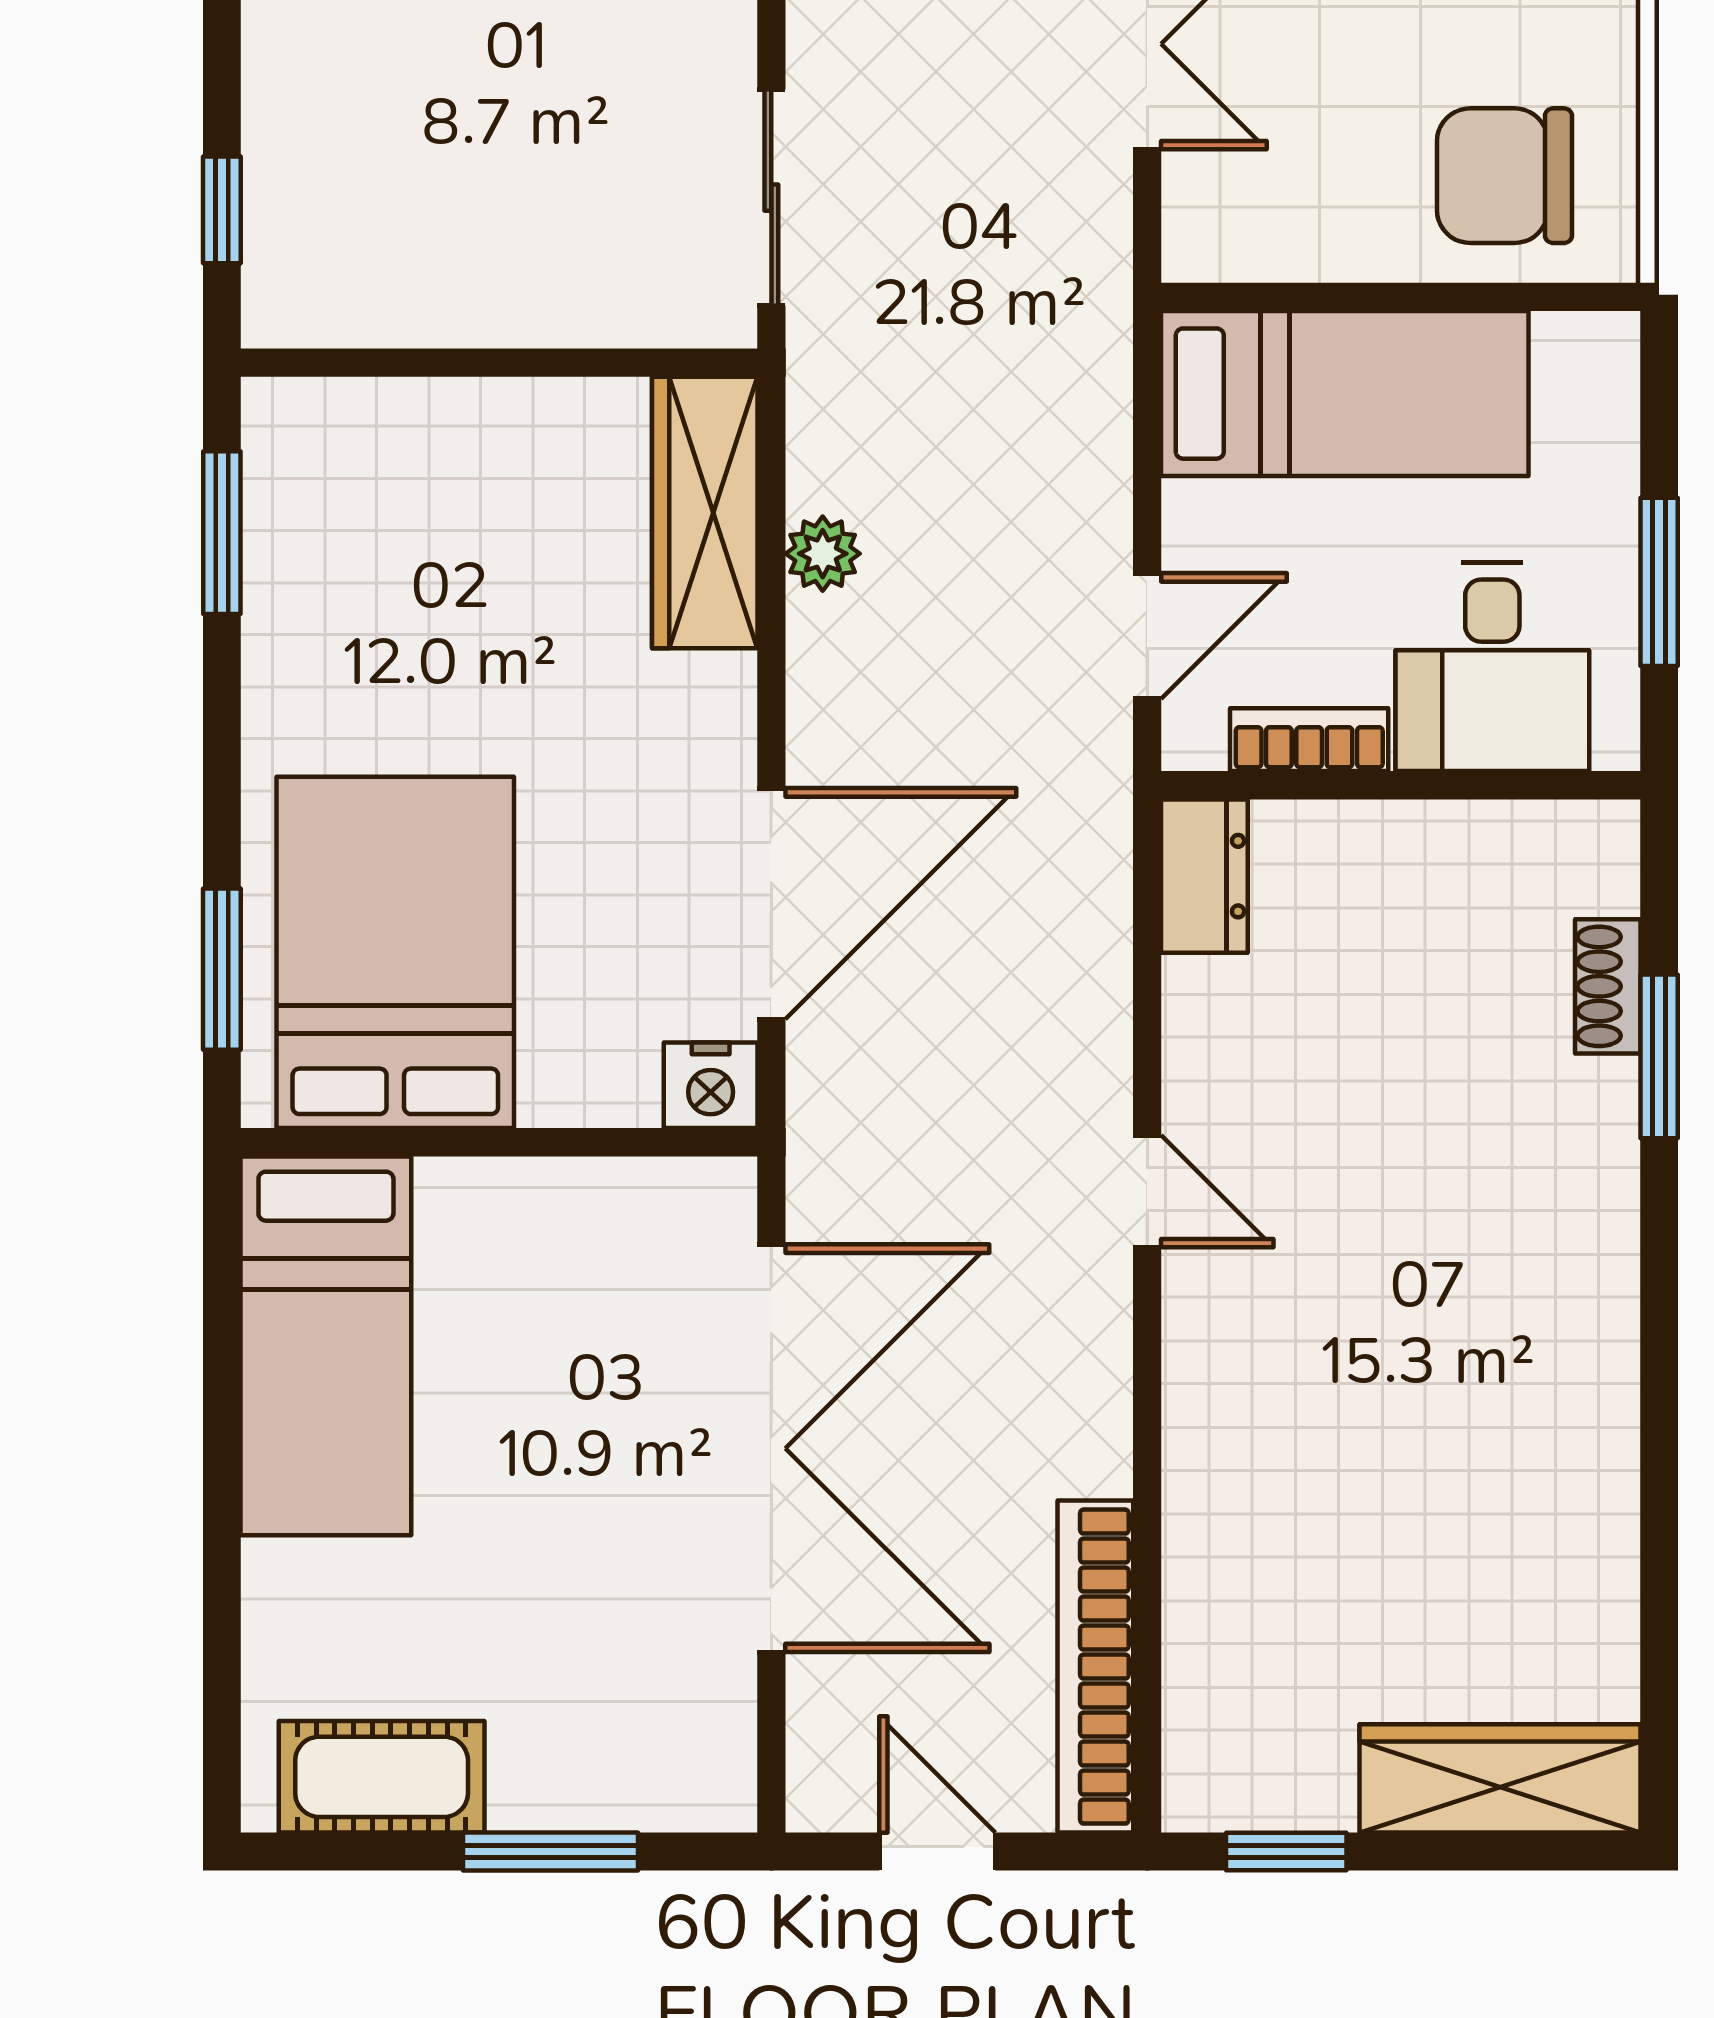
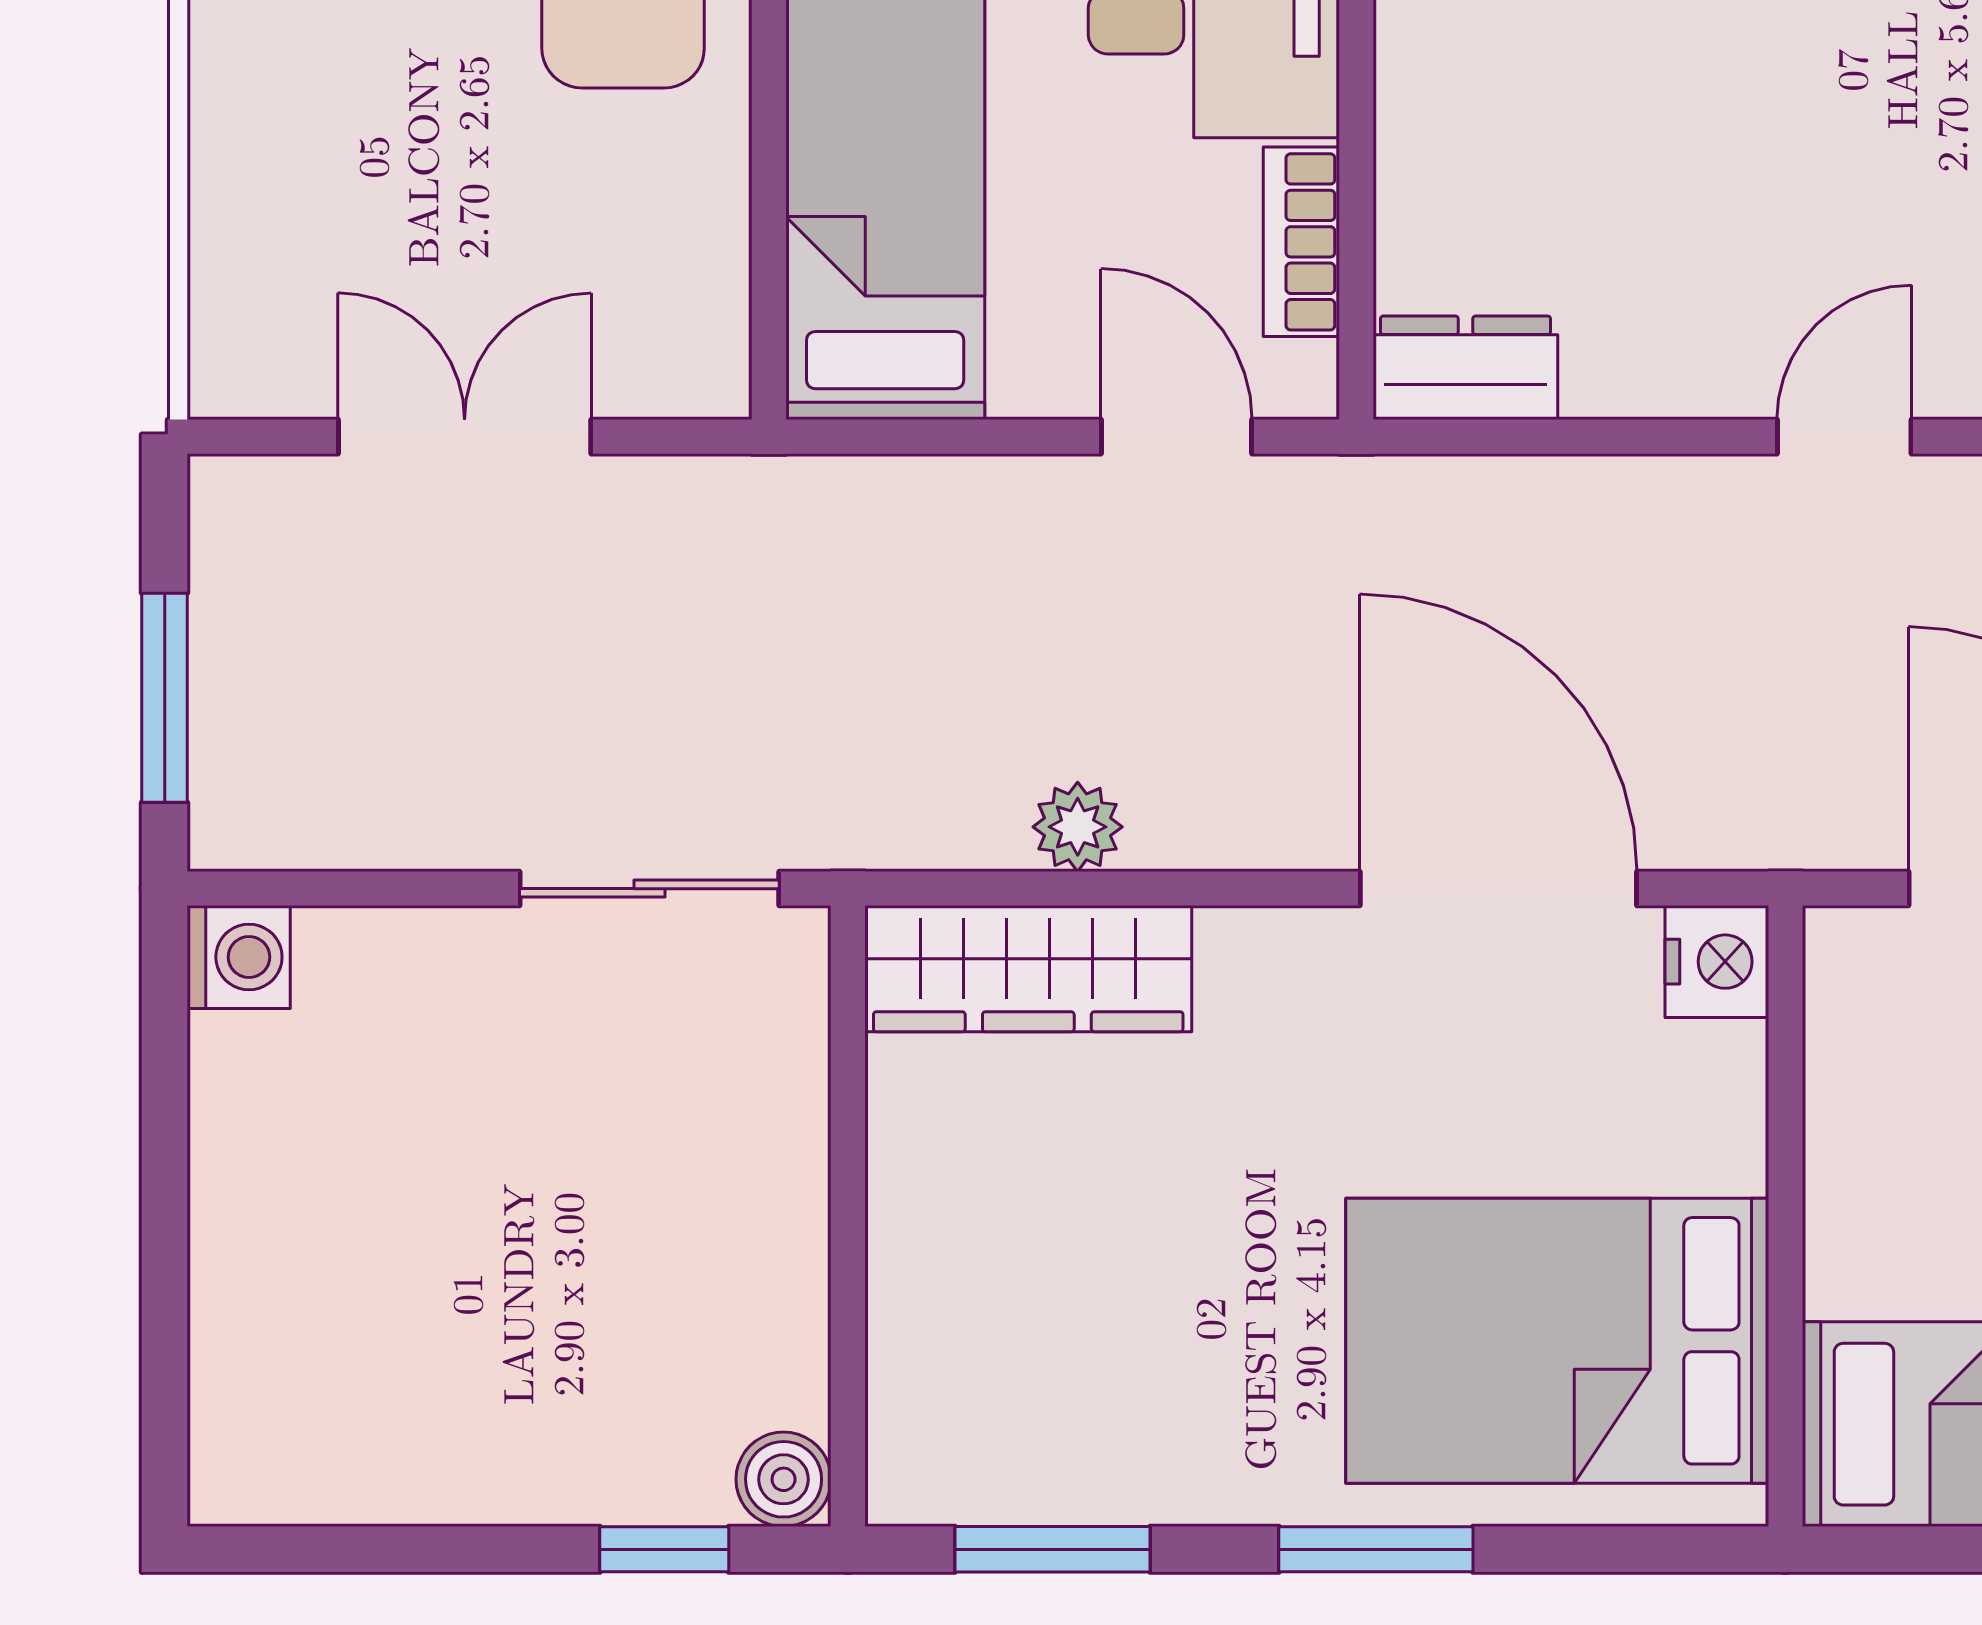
boiler: (280, 309) -> (784, 1479), added
window: (222, 969) -> (1376, 1549), moved

